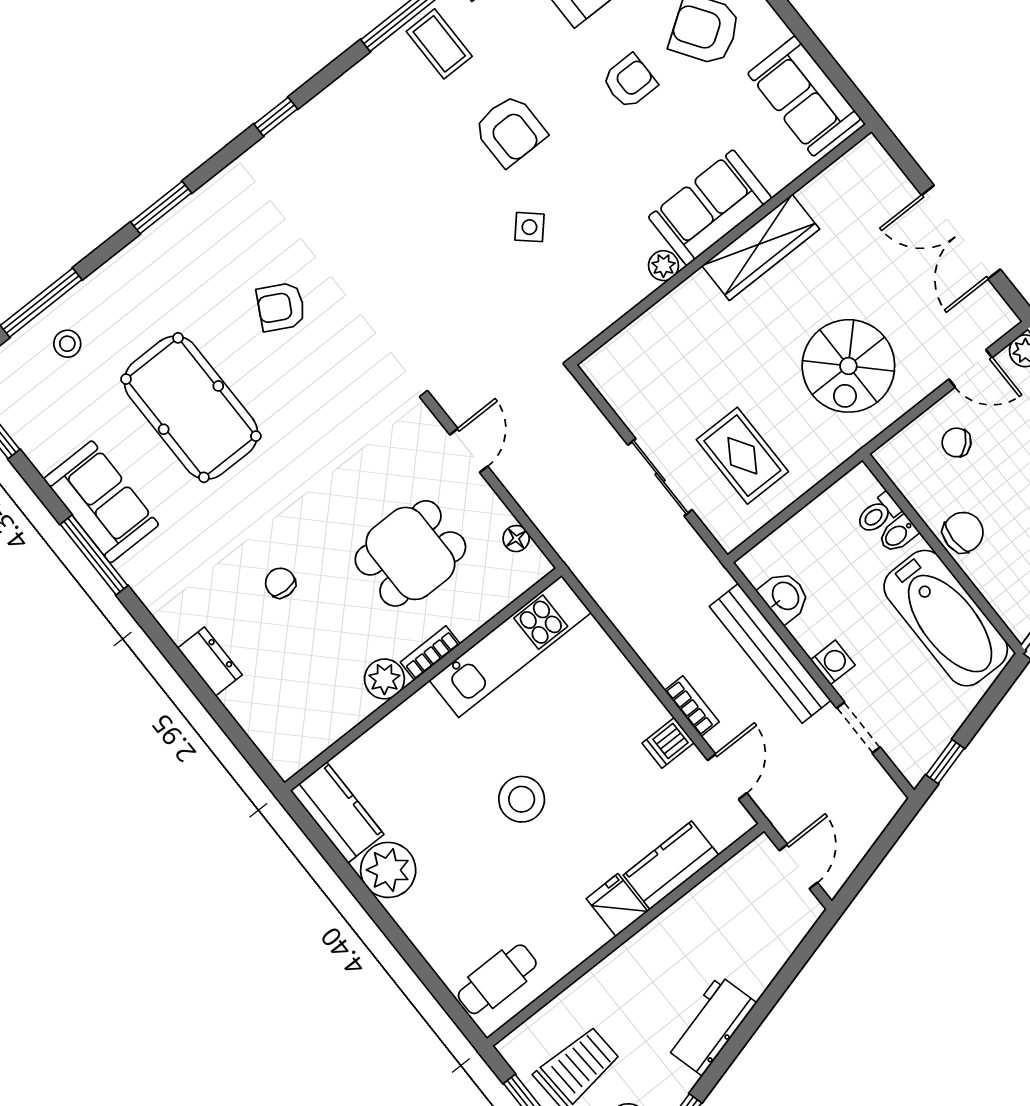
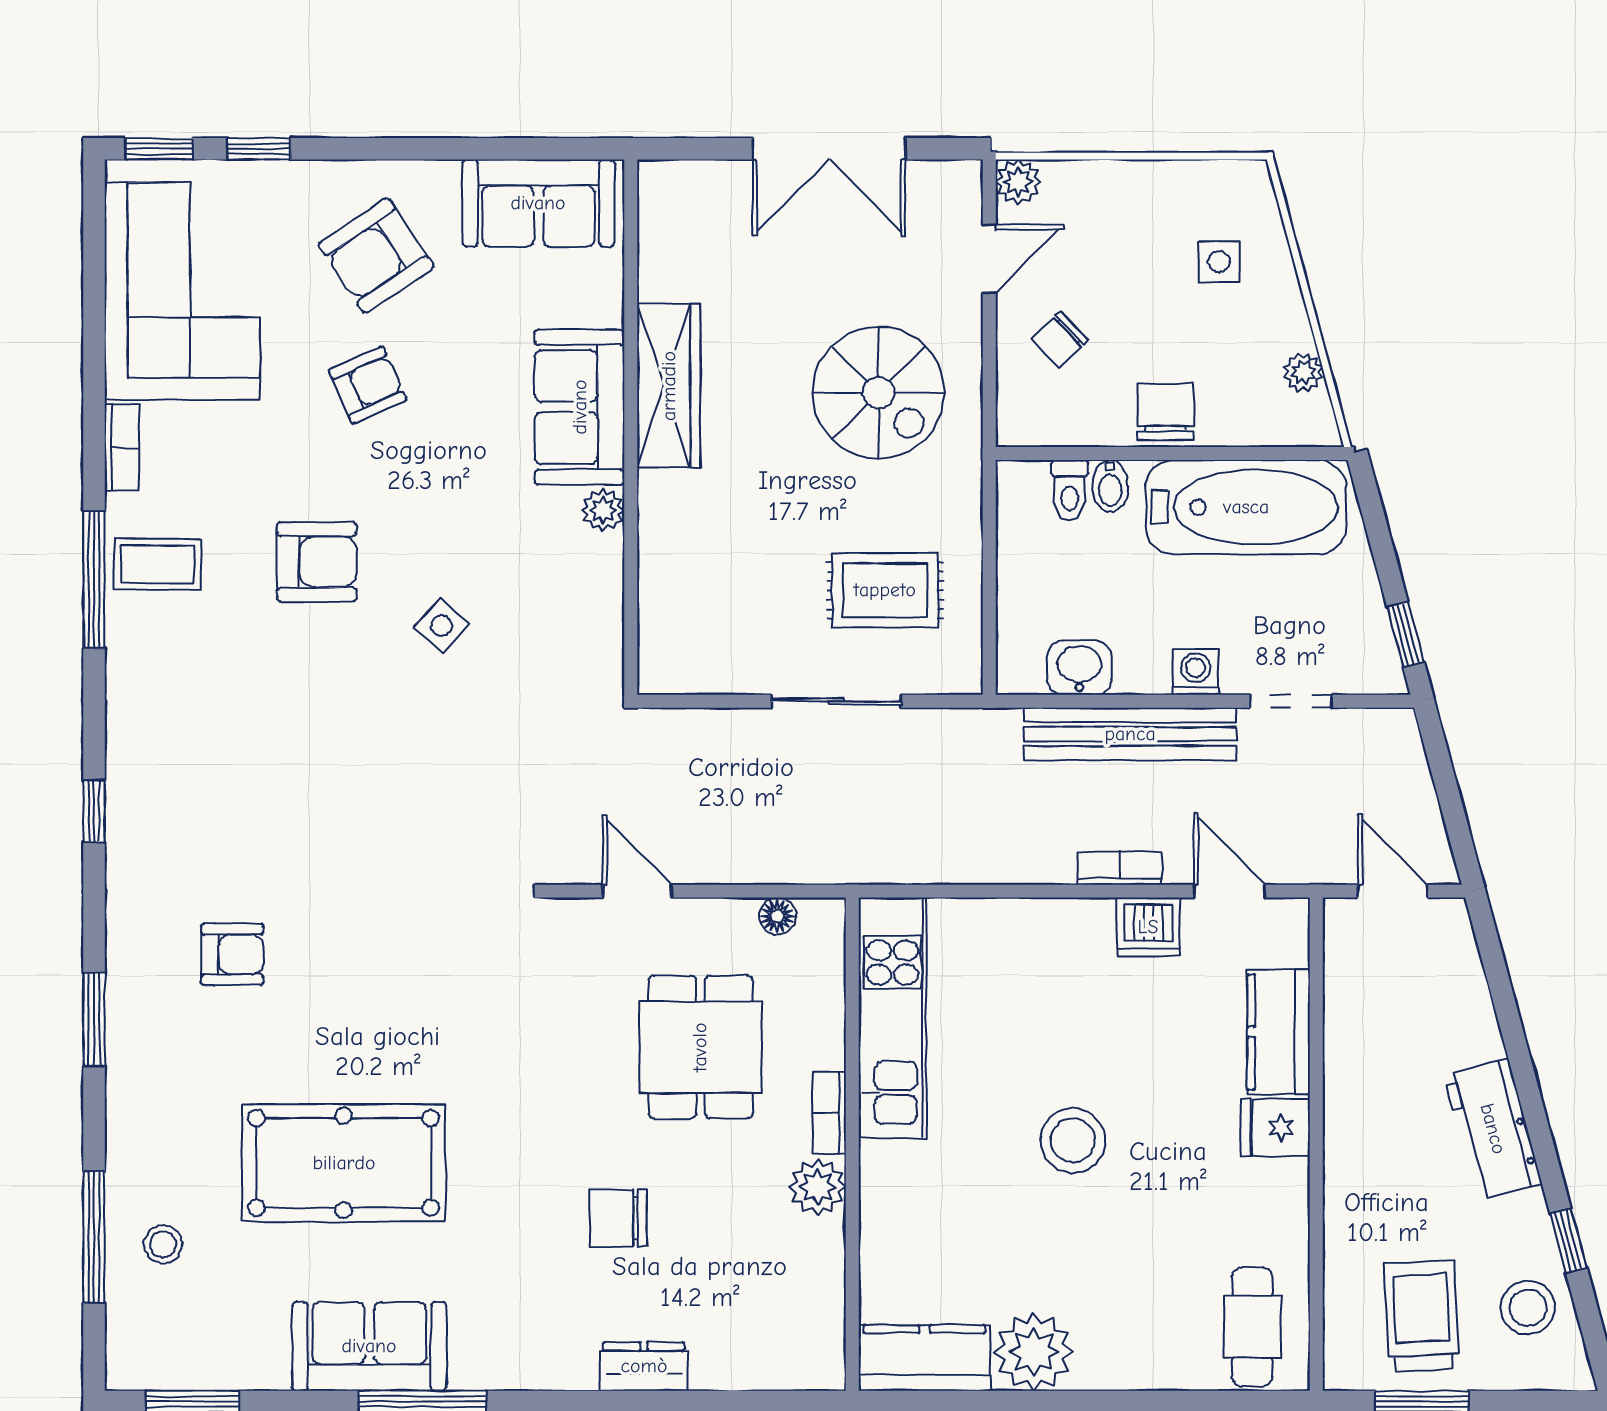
armchair: (630, 81) -> (367, 385), turned 66
armchair: (281, 307) -> (232, 954), moved, turned -118
chair: (280, 583) -> (618, 1218), width x1.37, depth x1.37
dishwasher: (668, 743) -> (1148, 927), width x1.38

